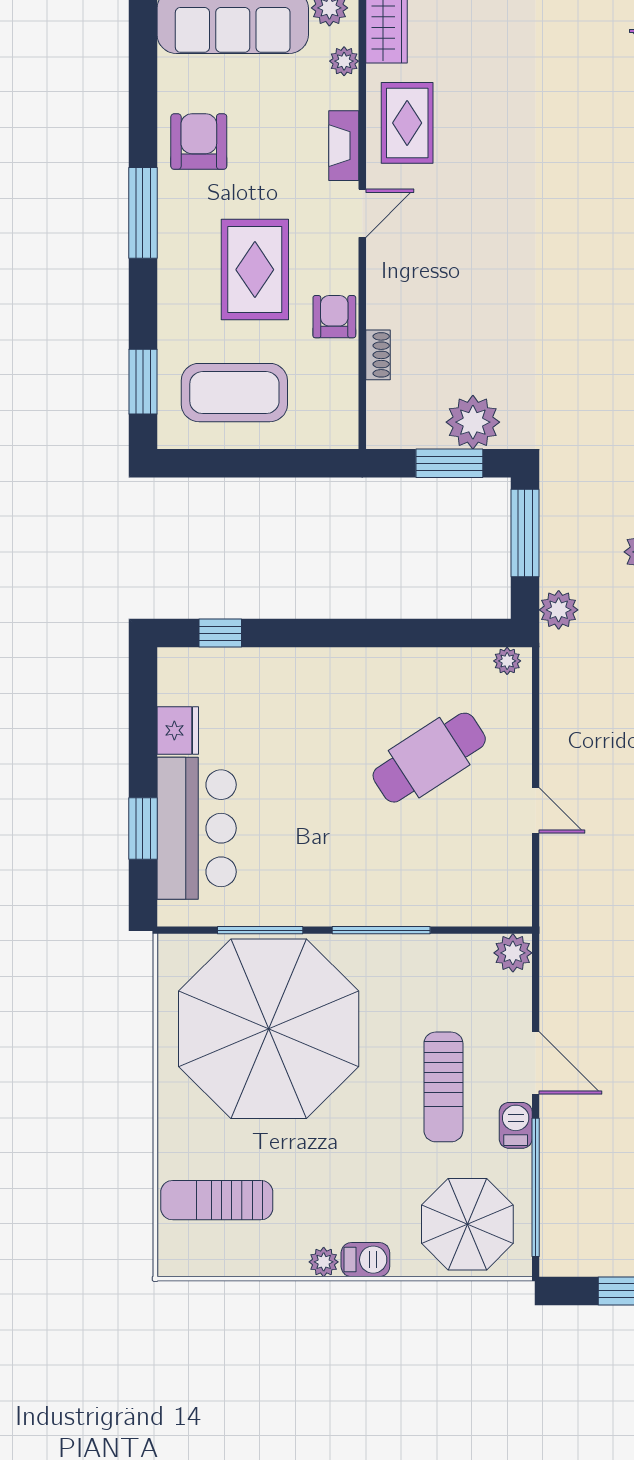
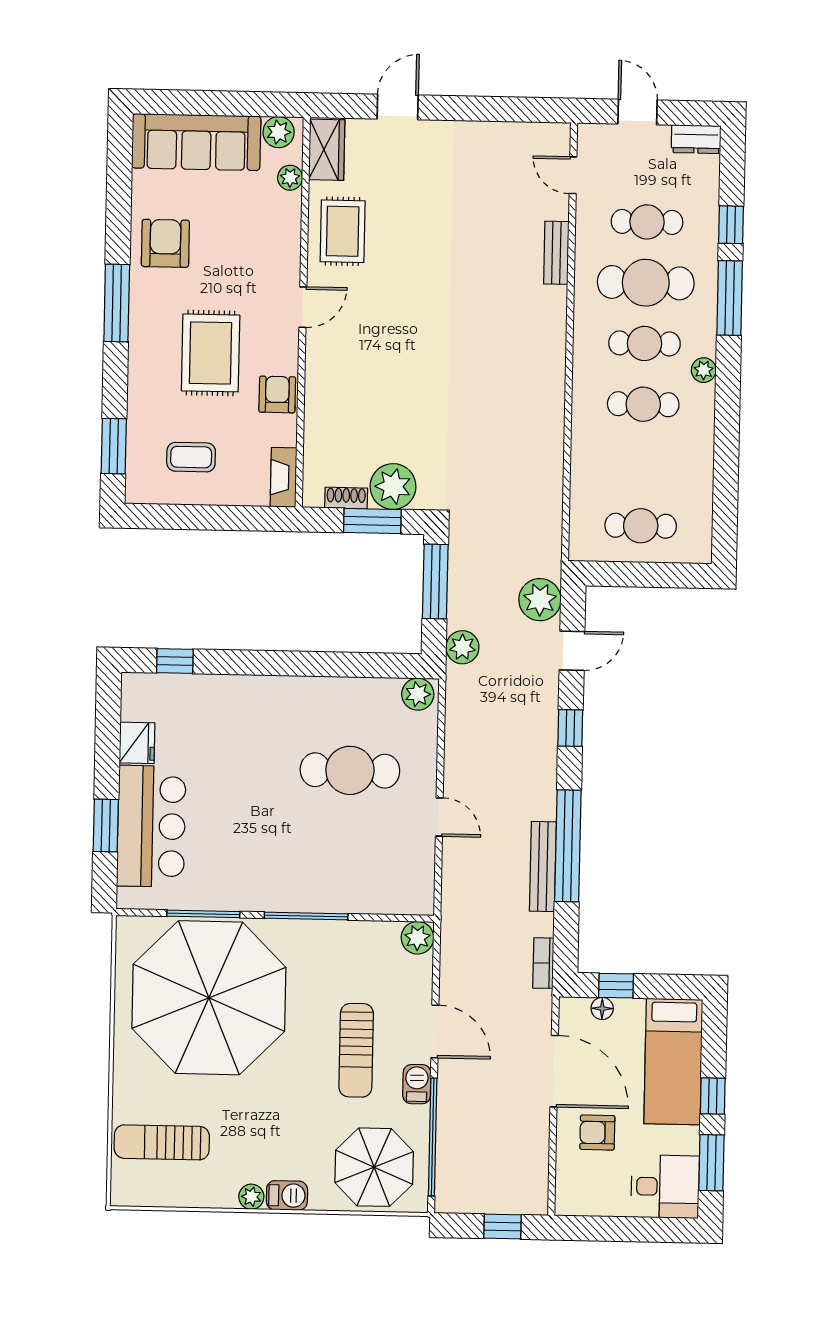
fireplace: (344, 146) -> (284, 477), moved
shoe rack: (378, 355) -> (346, 498), moved, turned -90
coffee table: (234, 393) -> (191, 457), width x0.54, depth x0.58
plant: (507, 661) -> (418, 694), width x1.38, depth x1.38
cafe table: (429, 758) -> (350, 770), turned 33

